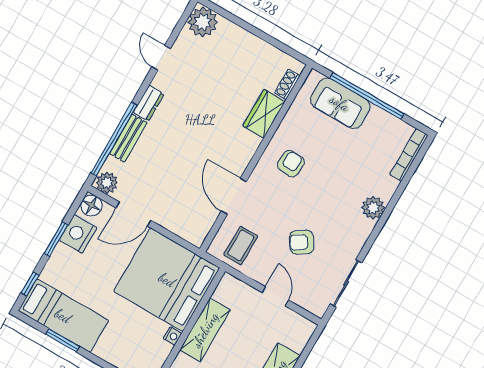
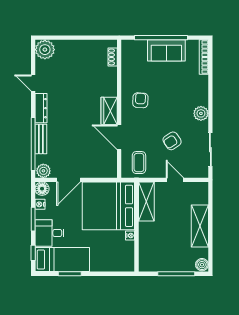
dresser: (149, 103) -> (41, 108), width x1.44
sofa: (340, 103) -> (166, 50), moved
wardrobe: (264, 114) -> (109, 111), moved
plant: (373, 208) -> (201, 113), moved
nightstand: (78, 234) -> (40, 204), width x0.53, depth x0.56
desk: (67, 270) -> (50, 233), added
shelving: (205, 330) -> (146, 201), moved

